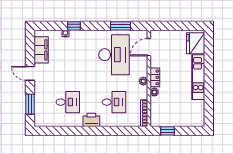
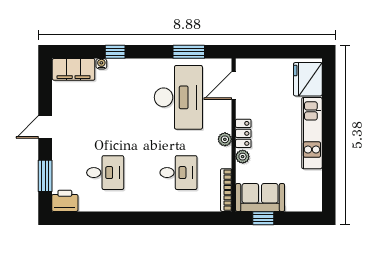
filing cabinet: (41, 50) -> (74, 69), moved, turned 90
door: (30, 73) -> (45, 127), hinge flipped
sofa: (165, 118) -> (260, 197), added
printer: (91, 120) -> (65, 201), moved

